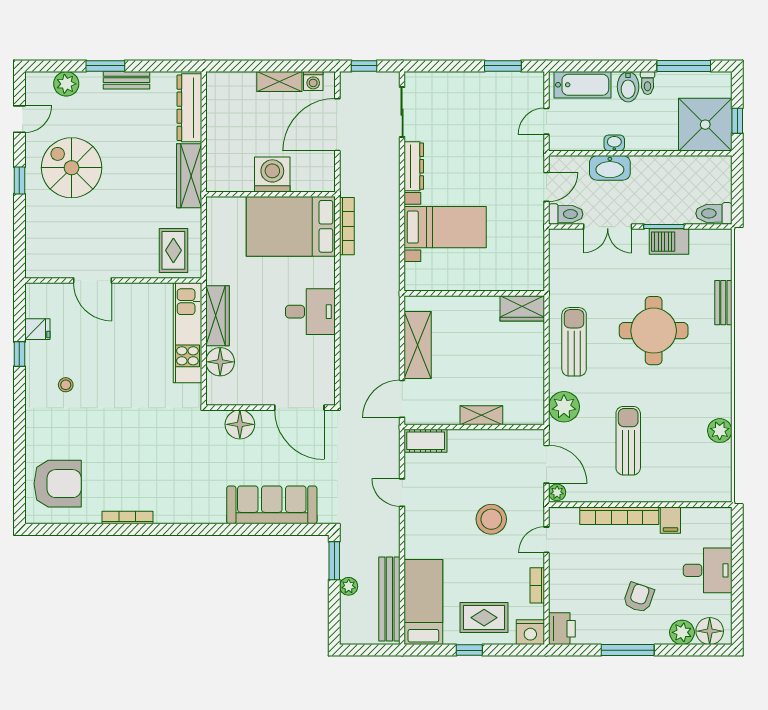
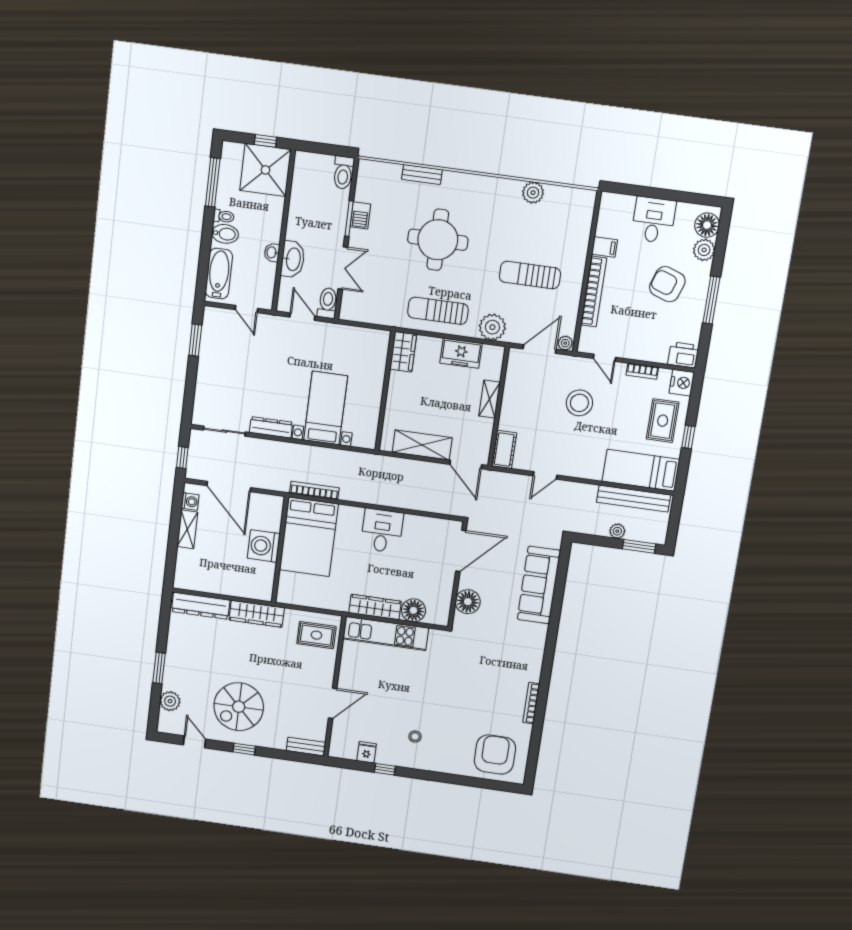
bench: (126, 80) -> (306, 747), moved, turned 90
barbecue: (669, 242) -> (360, 215), width x0.73, depth x0.79
freezer: (530, 375) -> (461, 353), added
window: (334, 561) -> (639, 546), moved
armchair: (639, 598) -> (667, 284), width x1.38, depth x1.38

